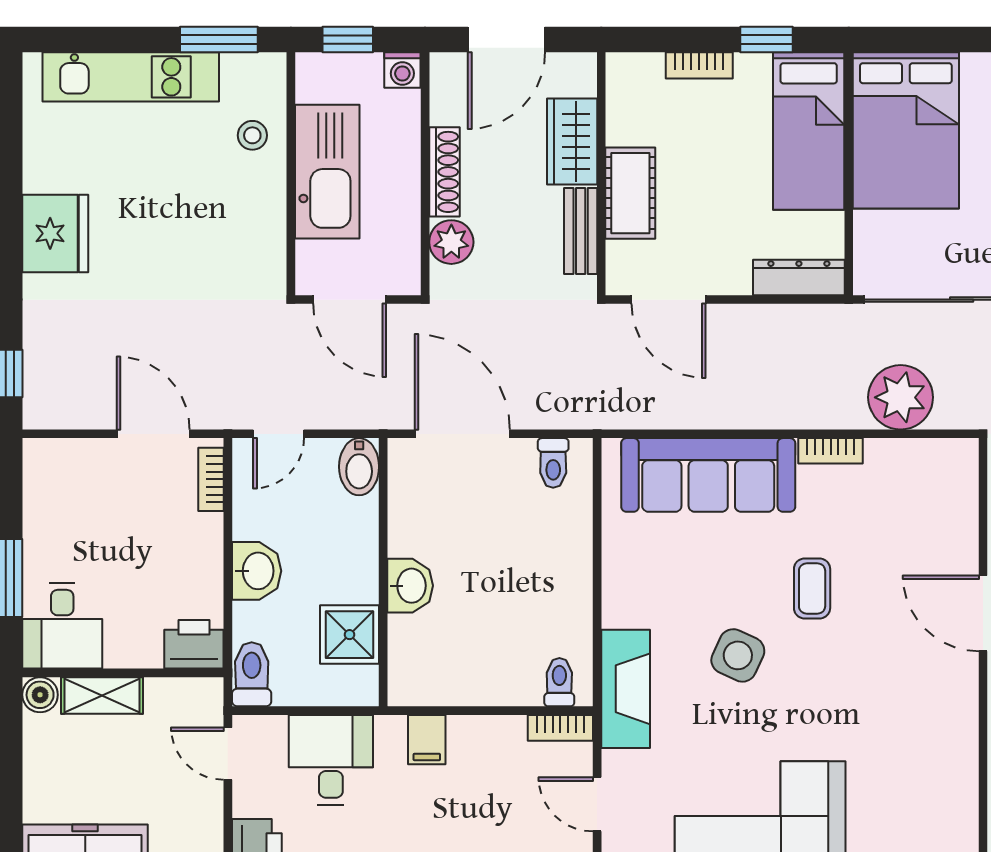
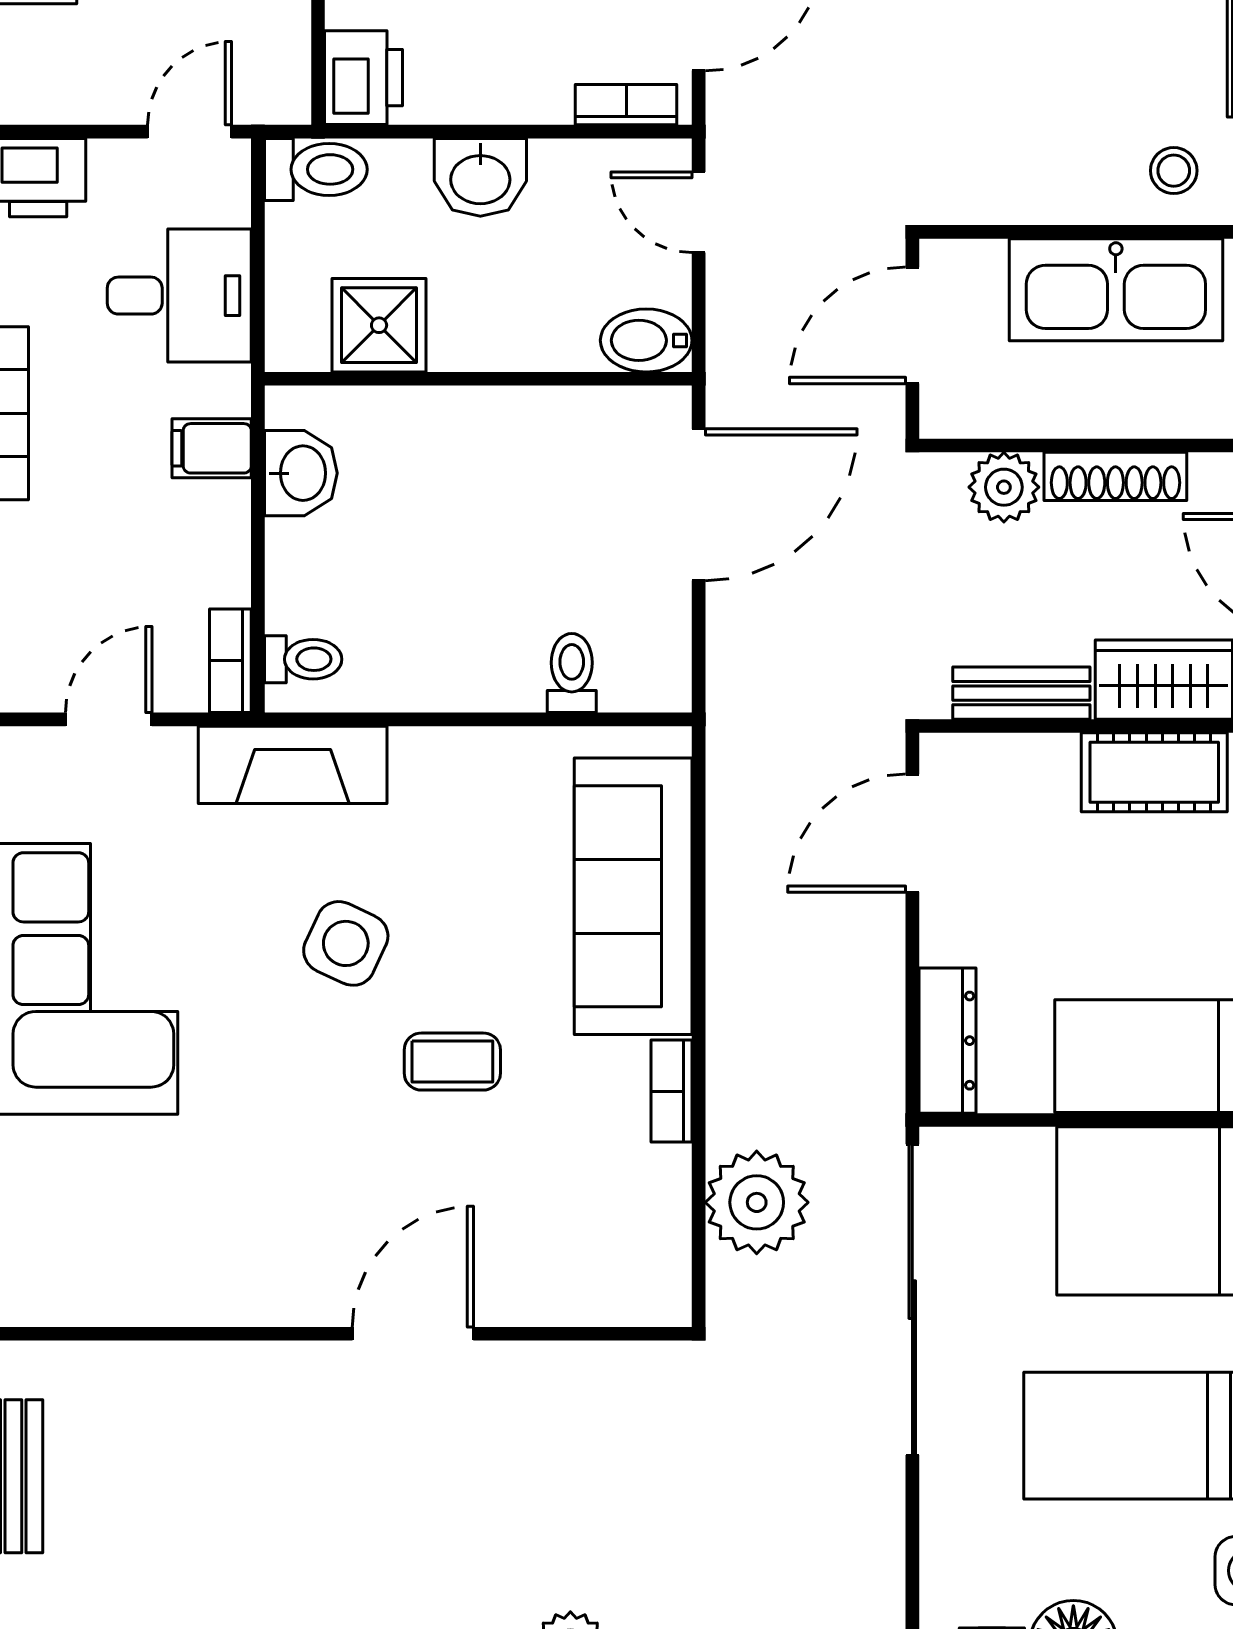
cot: (630, 193) -> (1154, 772), moved
toilet: (553, 463) -> (572, 673), moved, turned 90
washbasin: (410, 586) -> (301, 473), moved, turned -90

